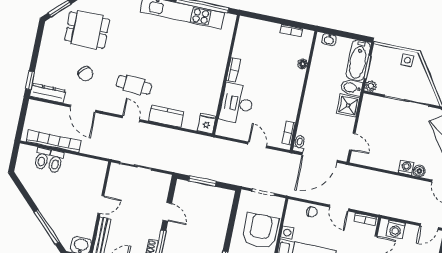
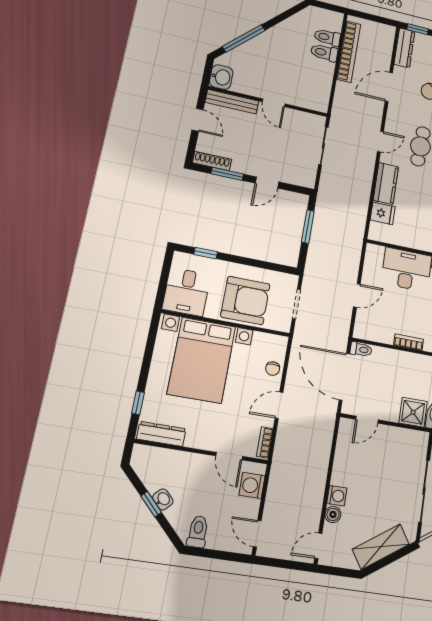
fridge: (207, 123) -> (383, 213), moved
bookcase: (289, 133) -> (409, 342), moved

